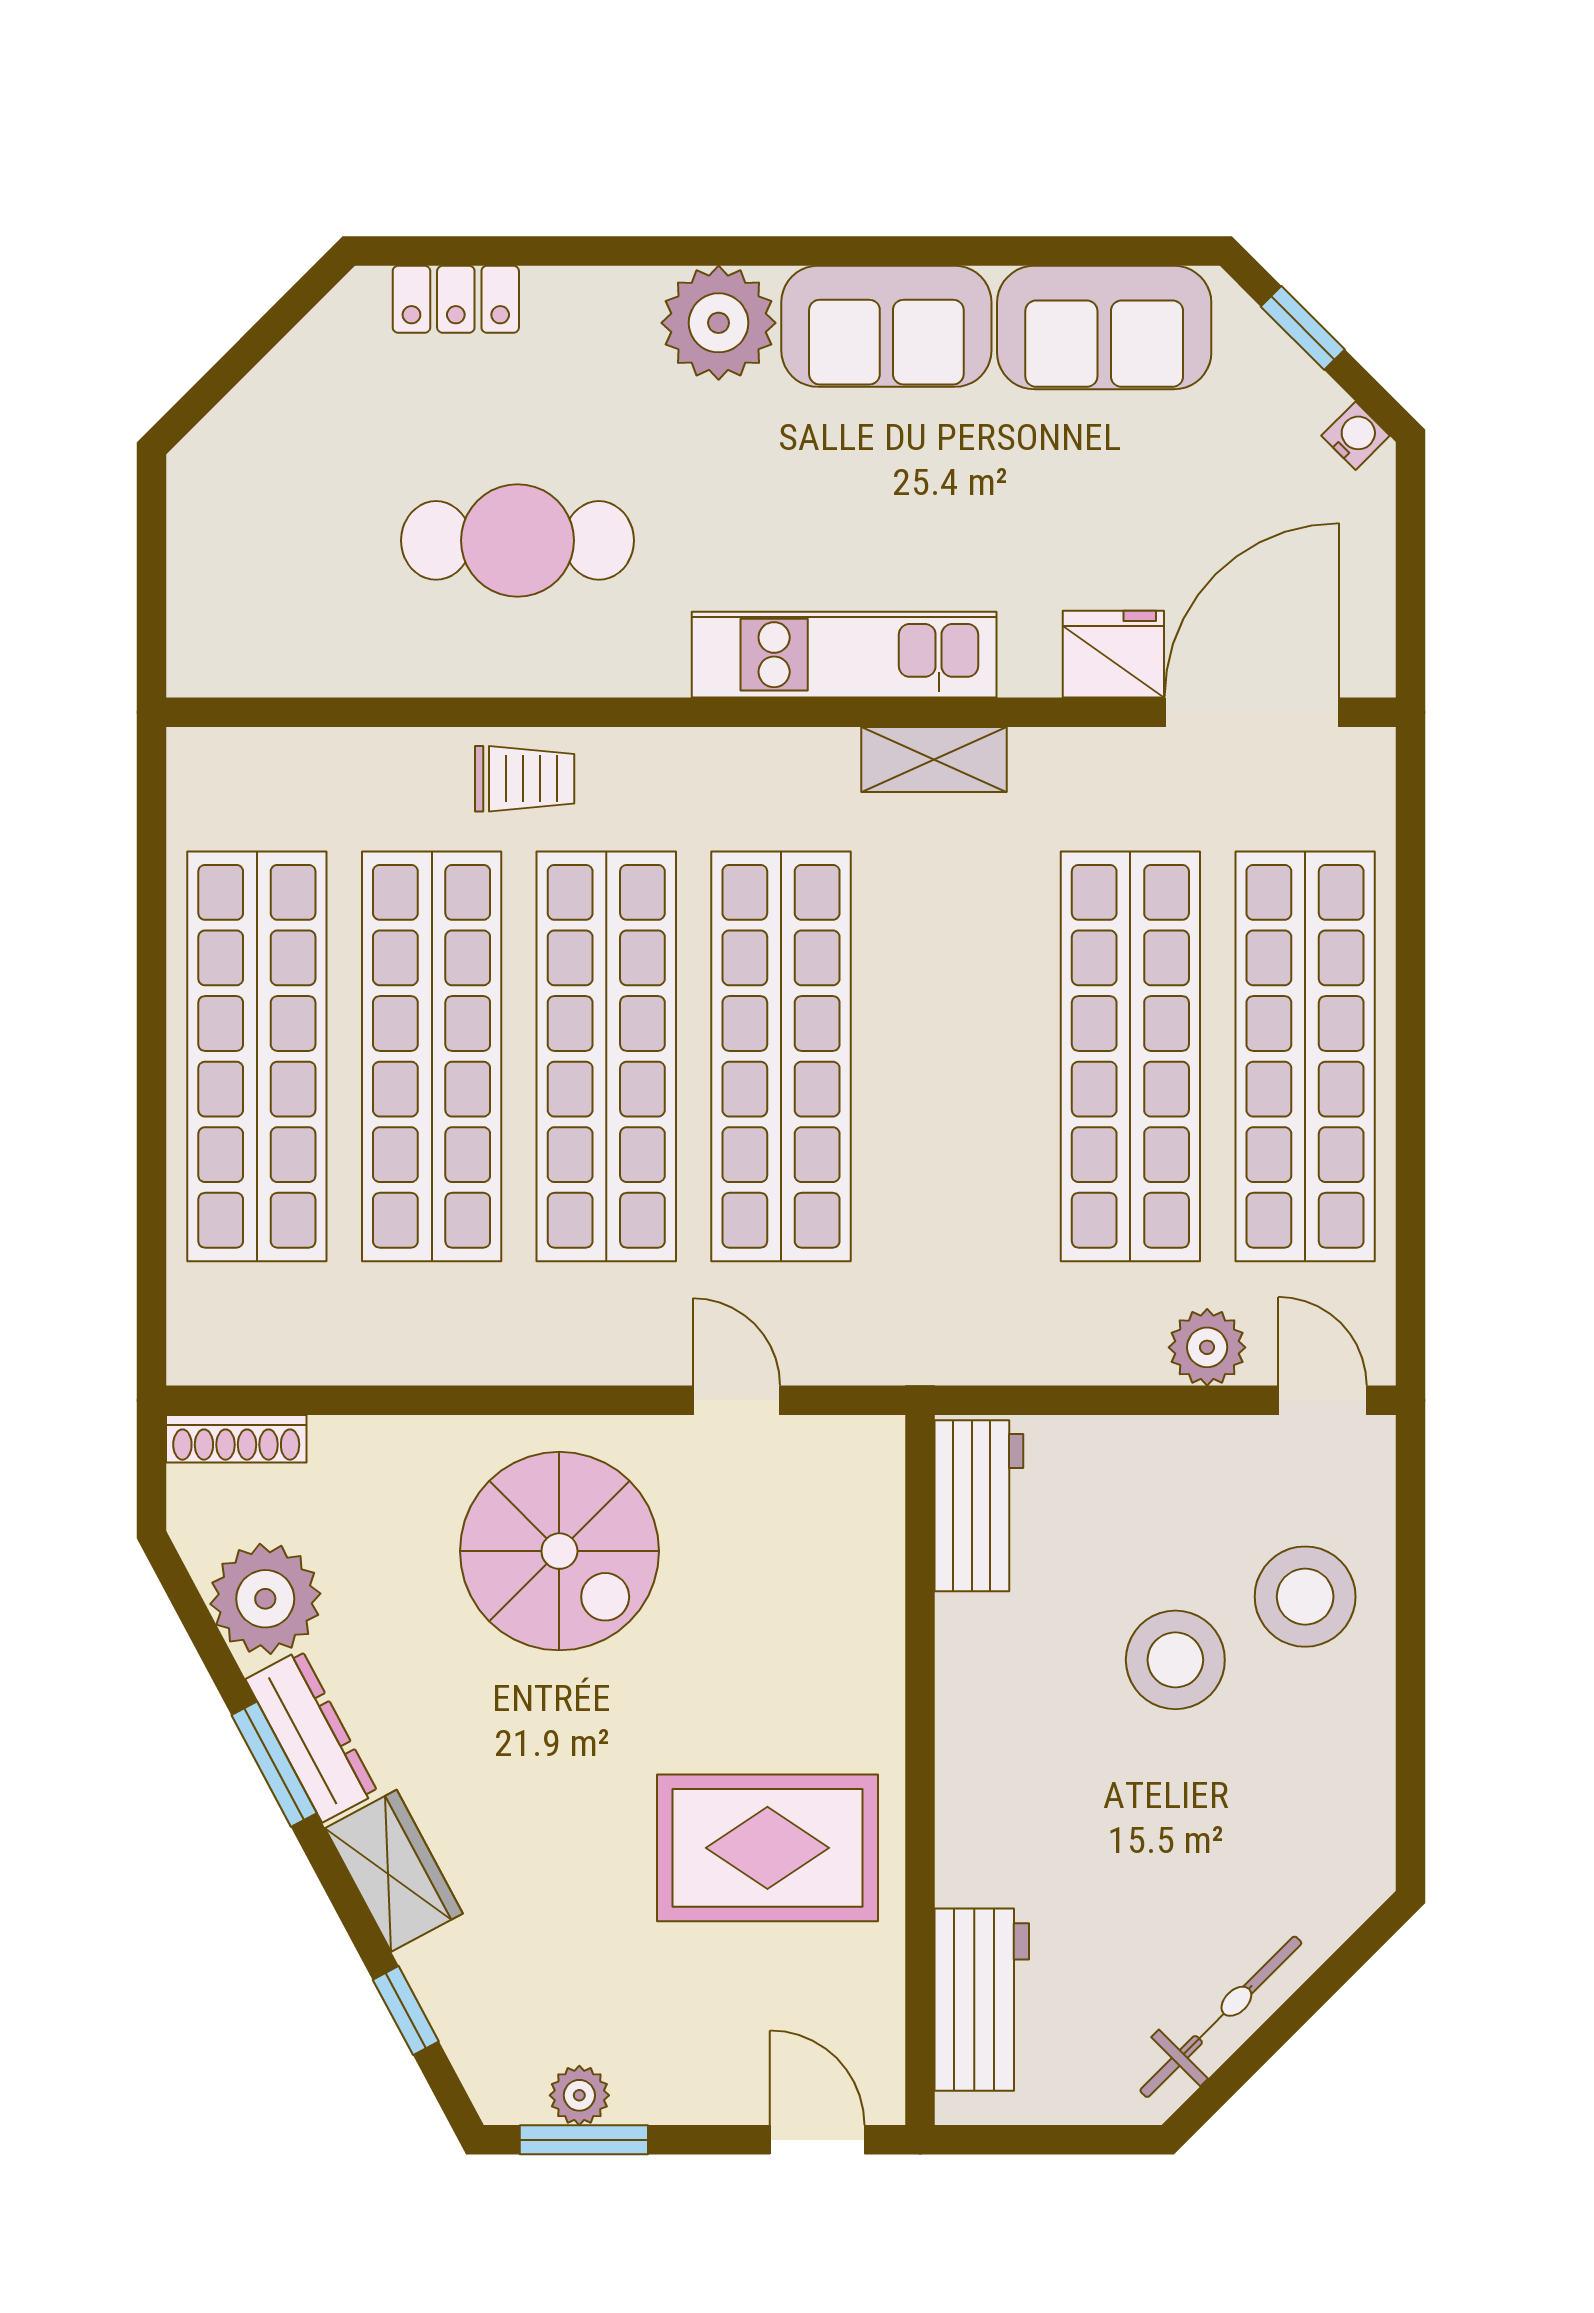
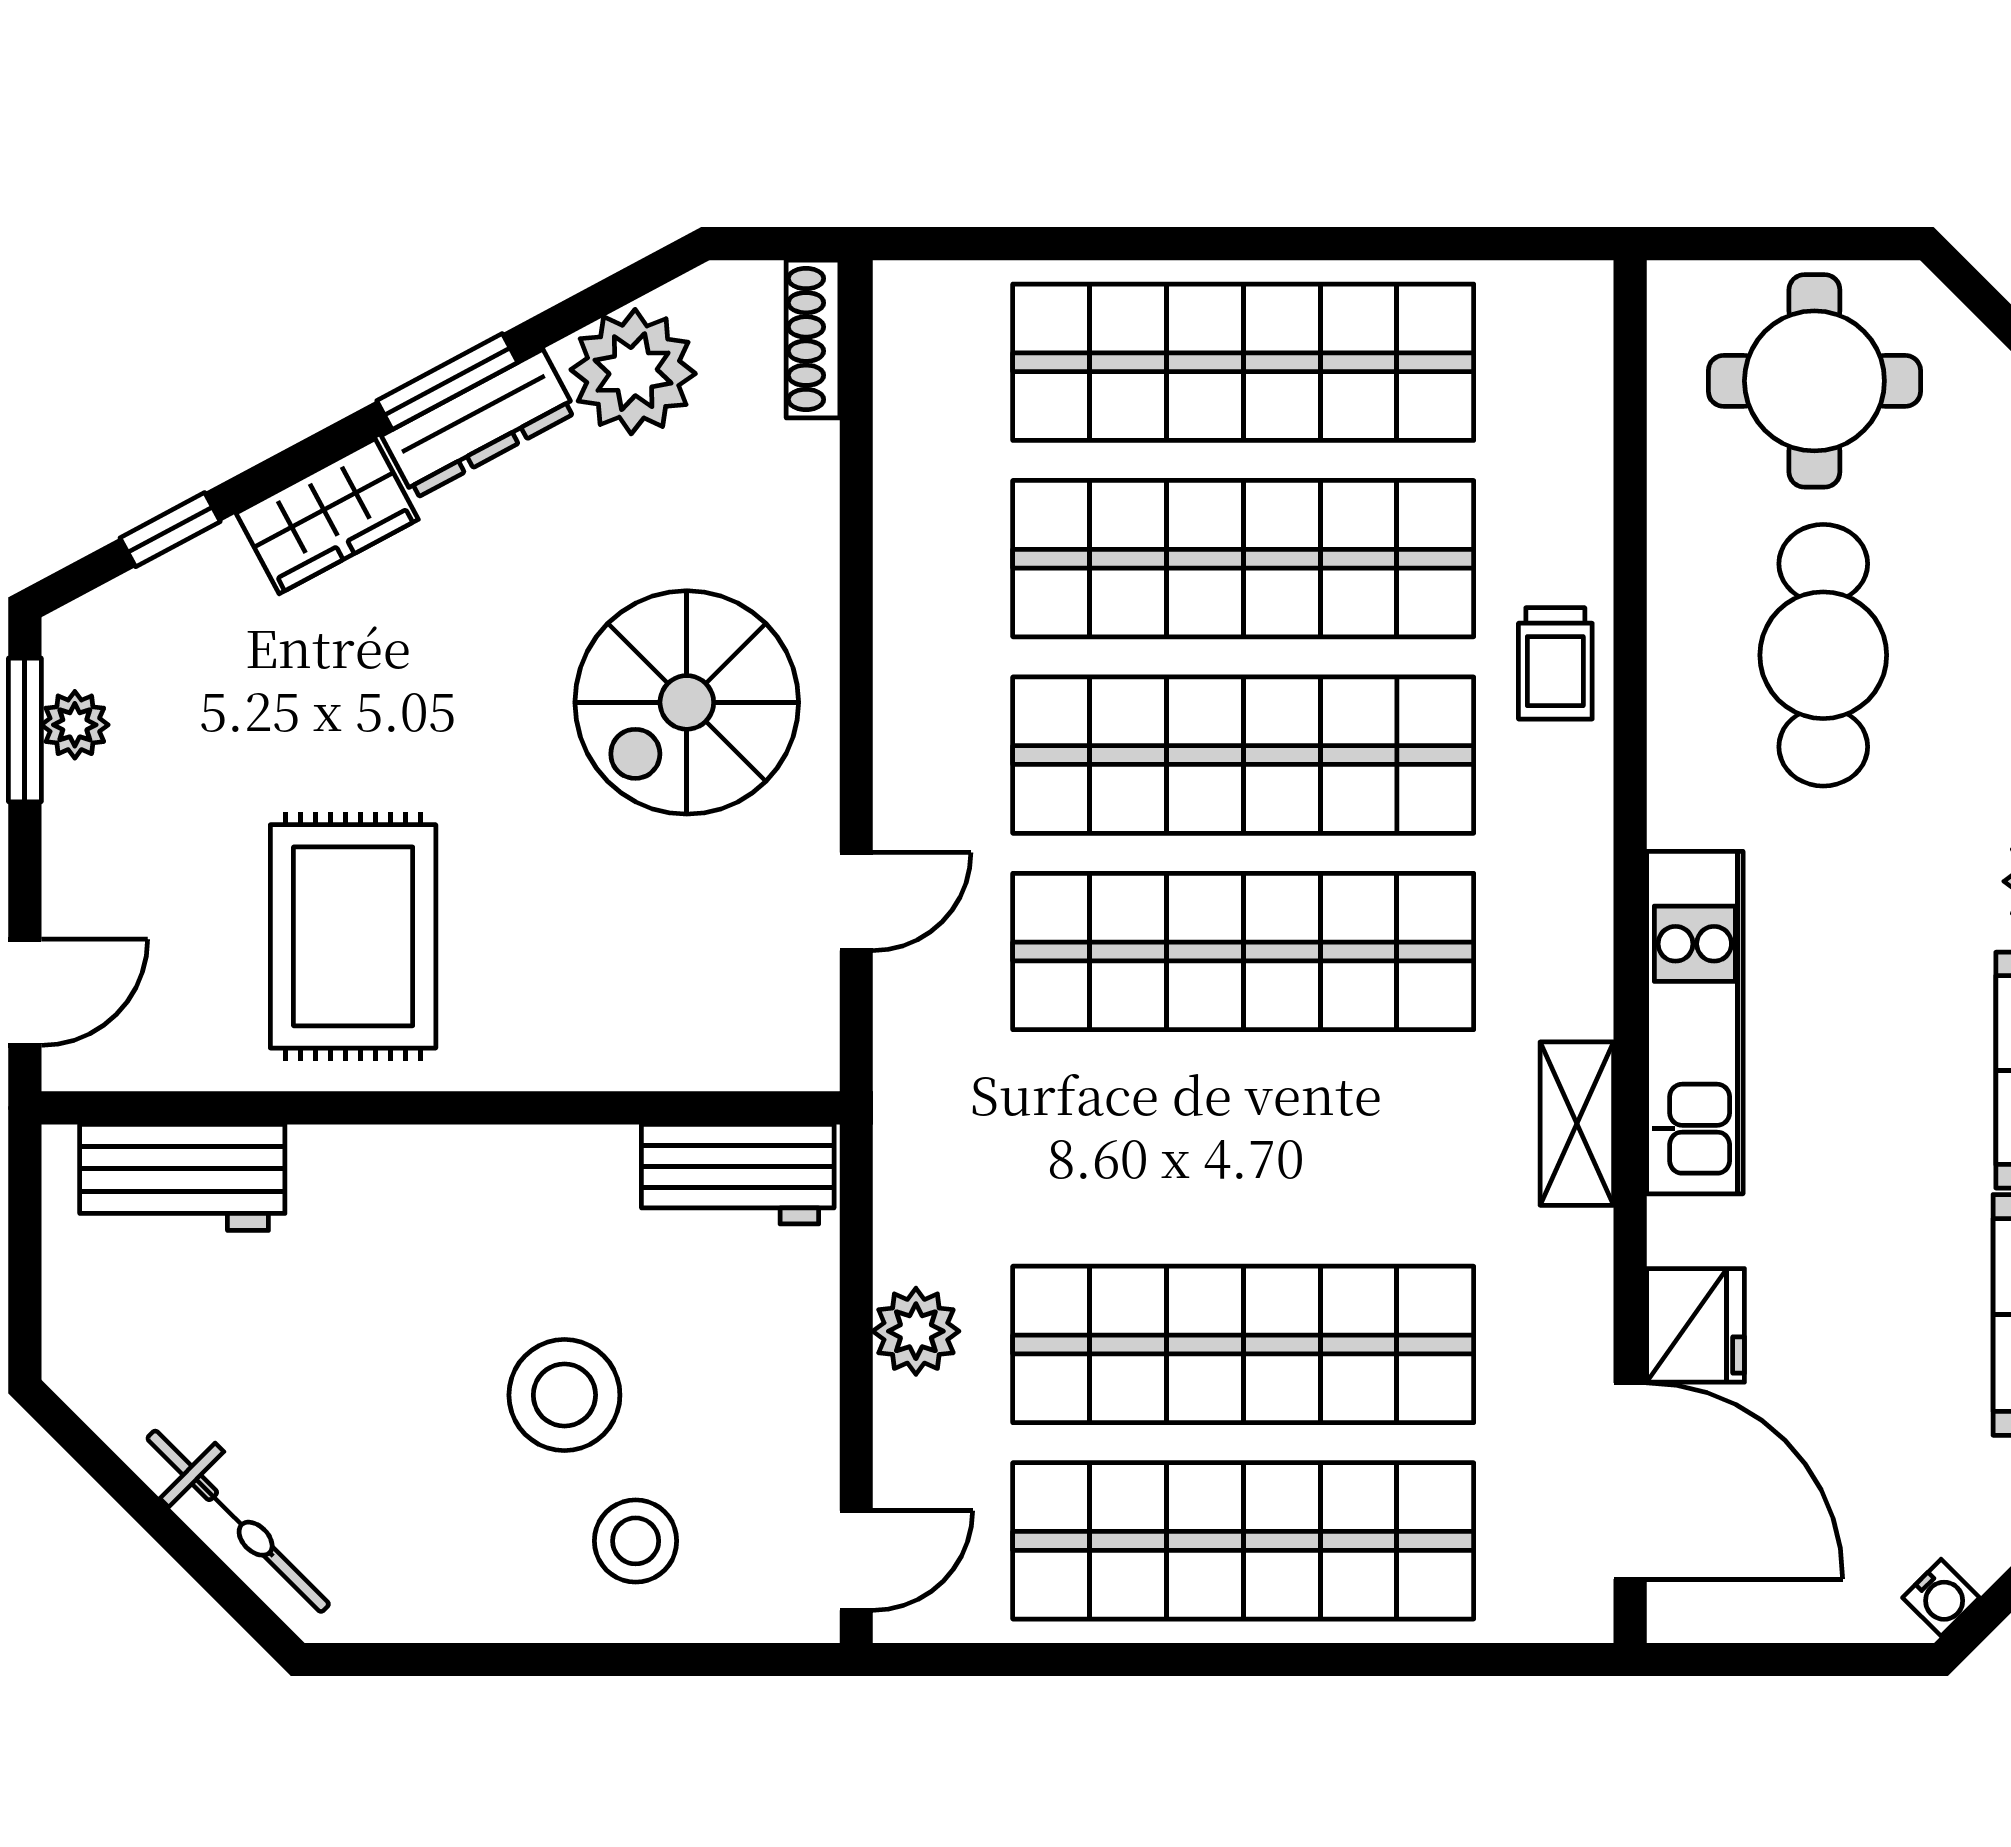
round table: (273, 548) -> (1814, 381), added
plant: (1207, 1347) -> (916, 1331), moved
stool: (1305, 1597) -> (636, 1541), width x0.73, depth x0.73
bicycle: (1221, 2017) -> (238, 1521), moved

